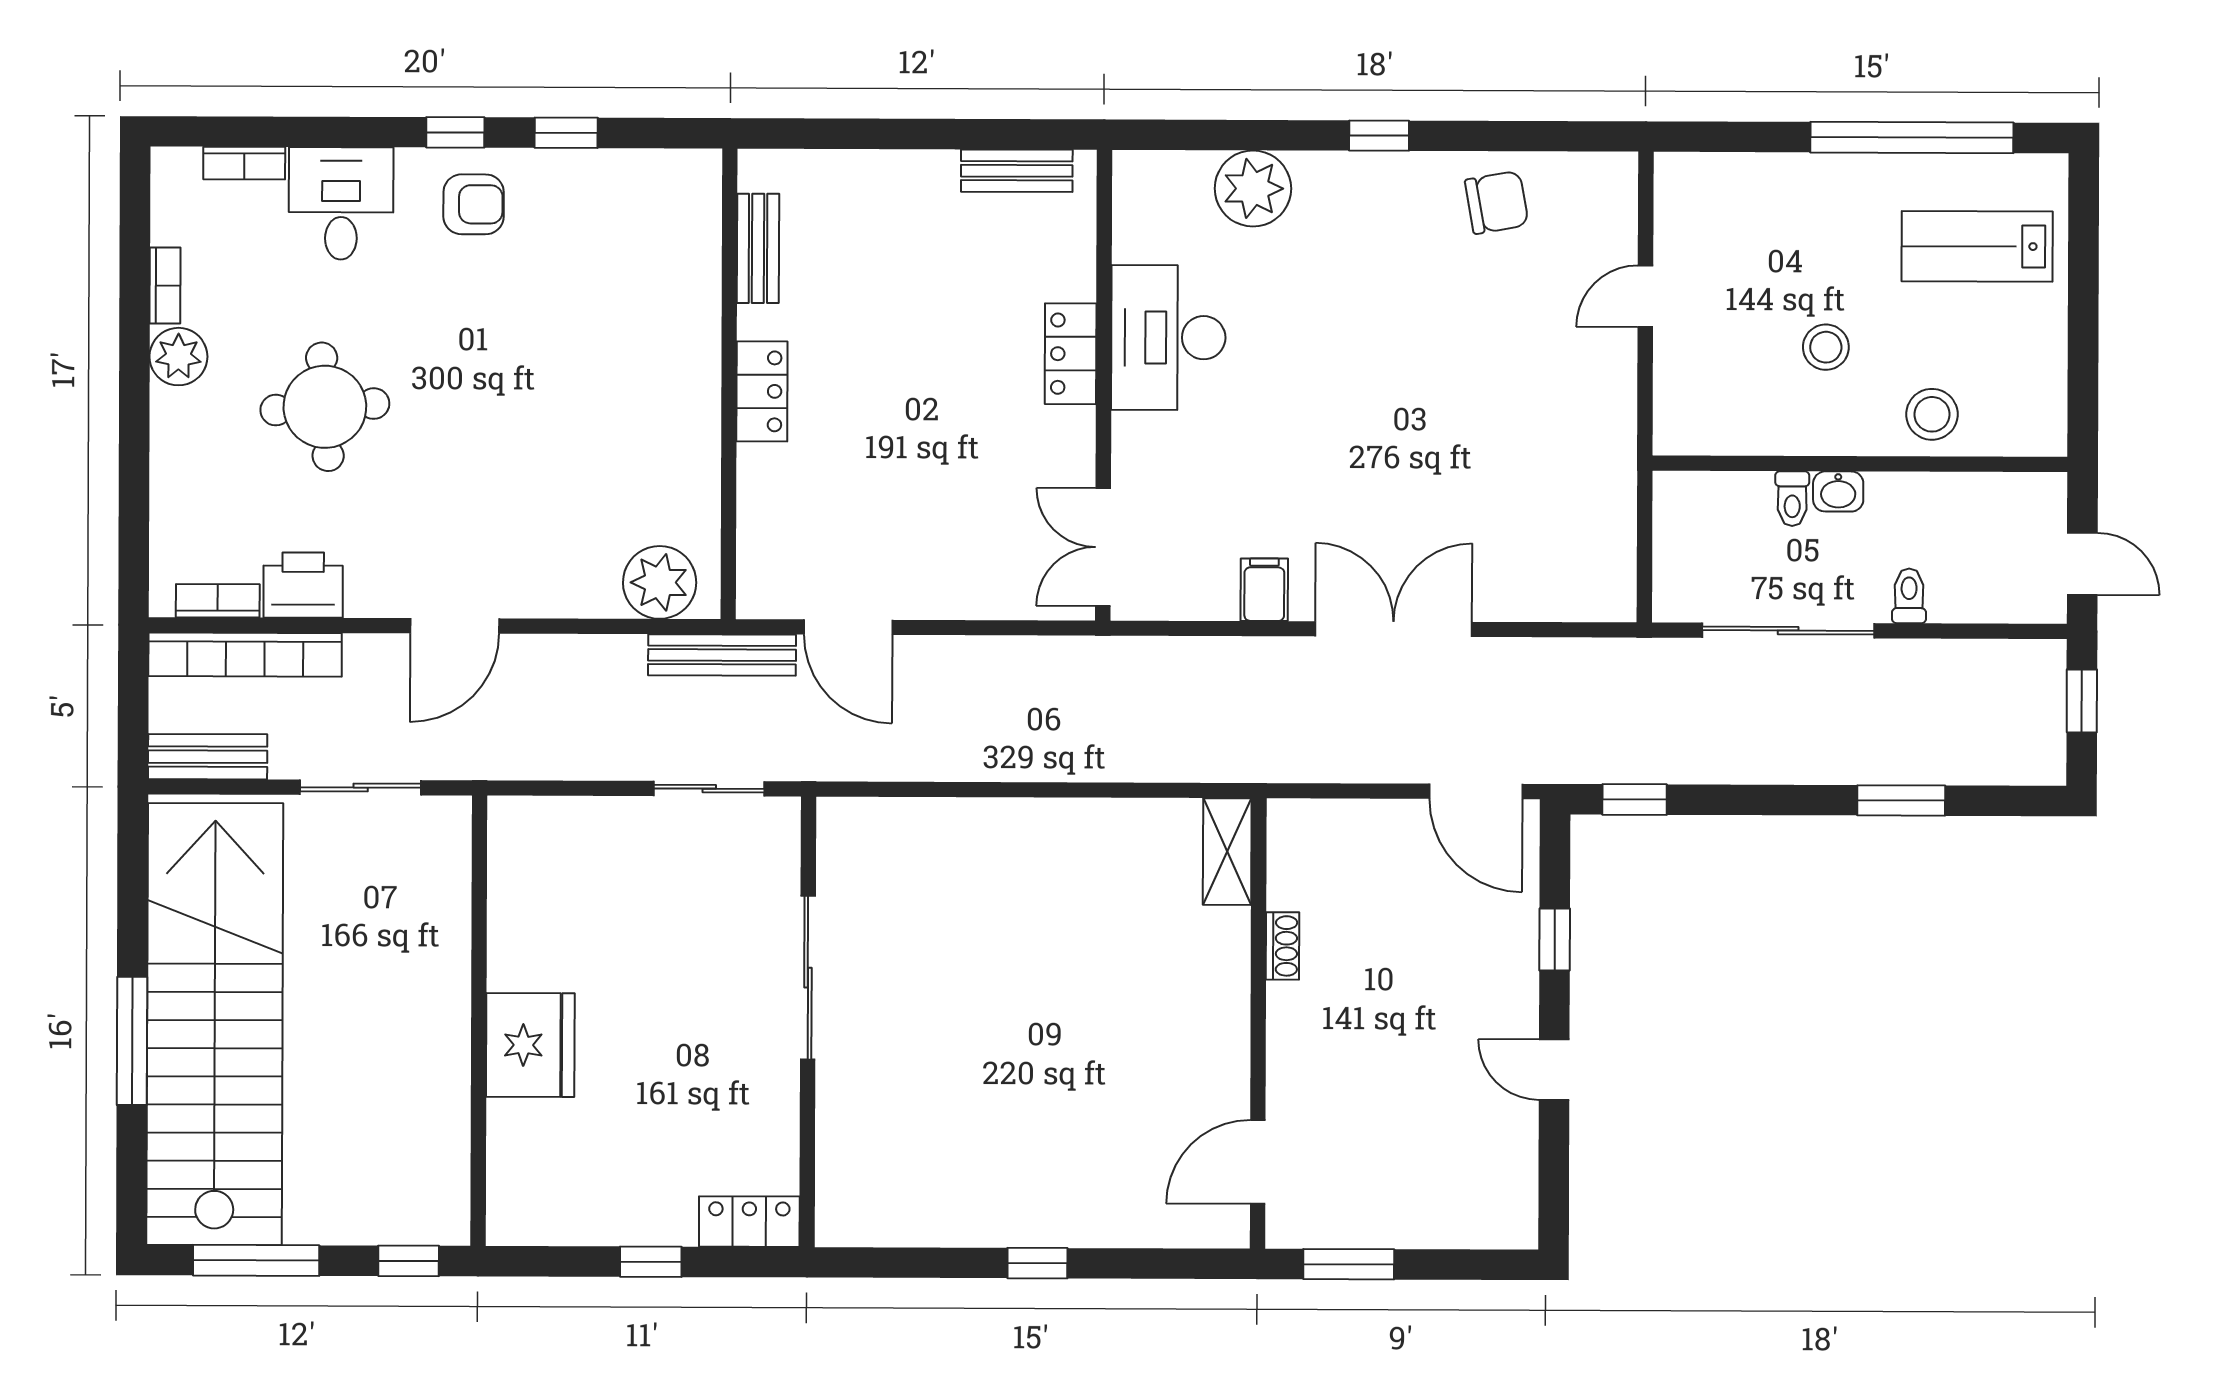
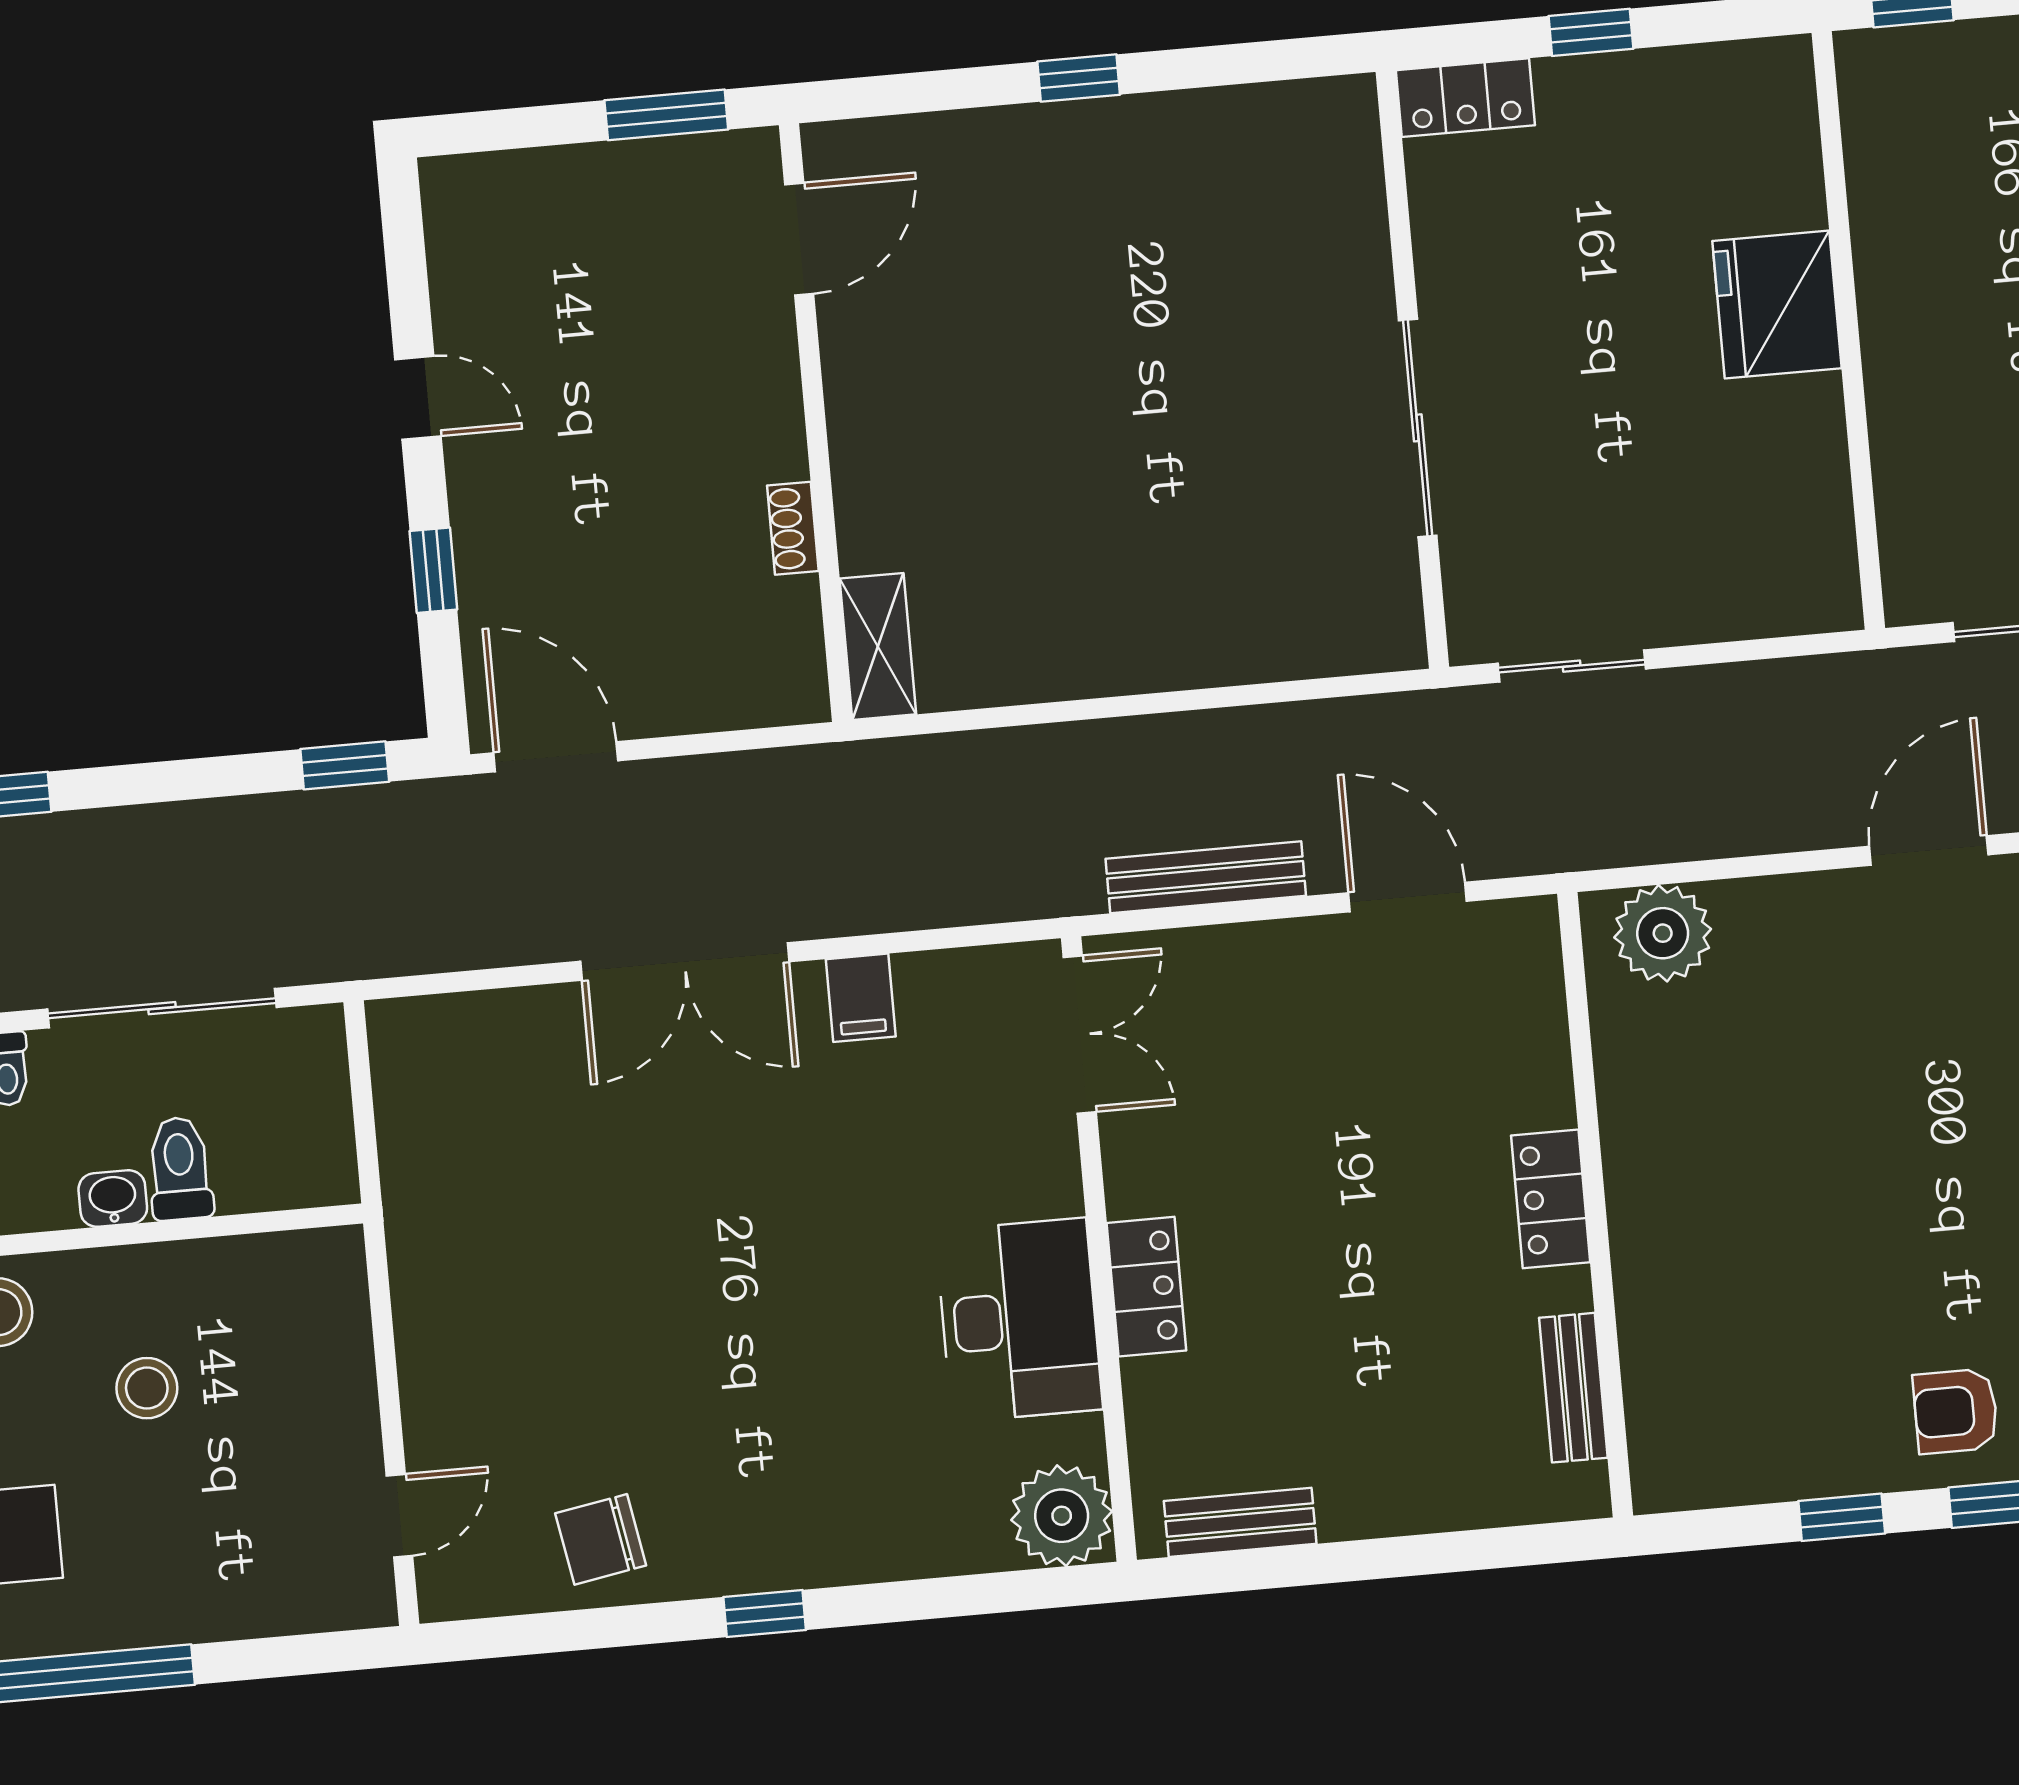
plant: (1253, 188) -> (1062, 1516), moved
door: (1645, 296) -> (399, 1516), moved
toilet: (1792, 499) -> (180, 1169), width x1.37, depth x1.39
bench: (722, 655) -> (1206, 877), moved

